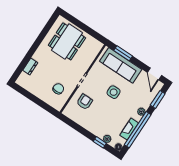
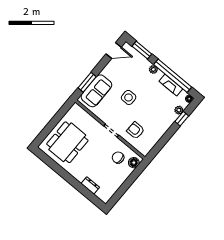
dining table: (67, 41) -> (67, 142), turned 90
sofa: (121, 65) -> (96, 91), width x0.73
floor lamp: (55, 103) -> (134, 163), added

